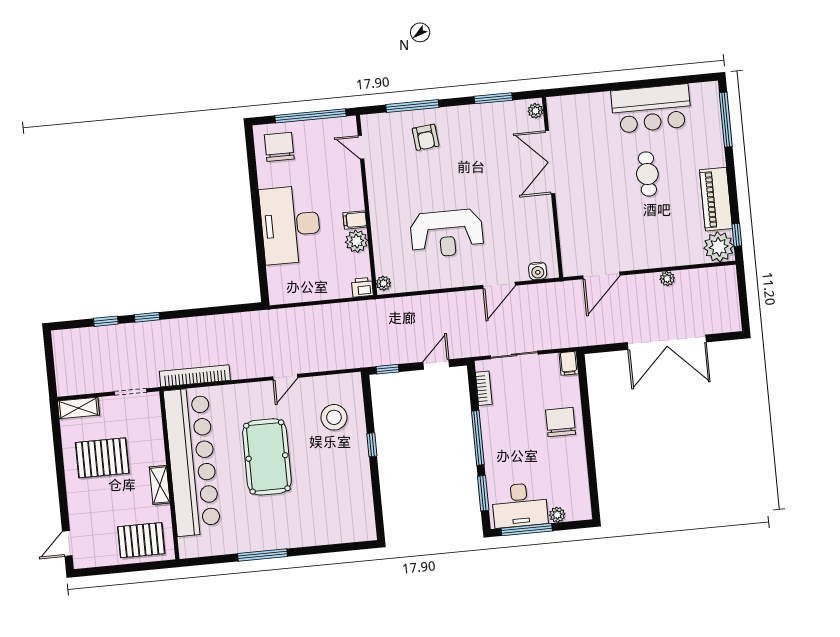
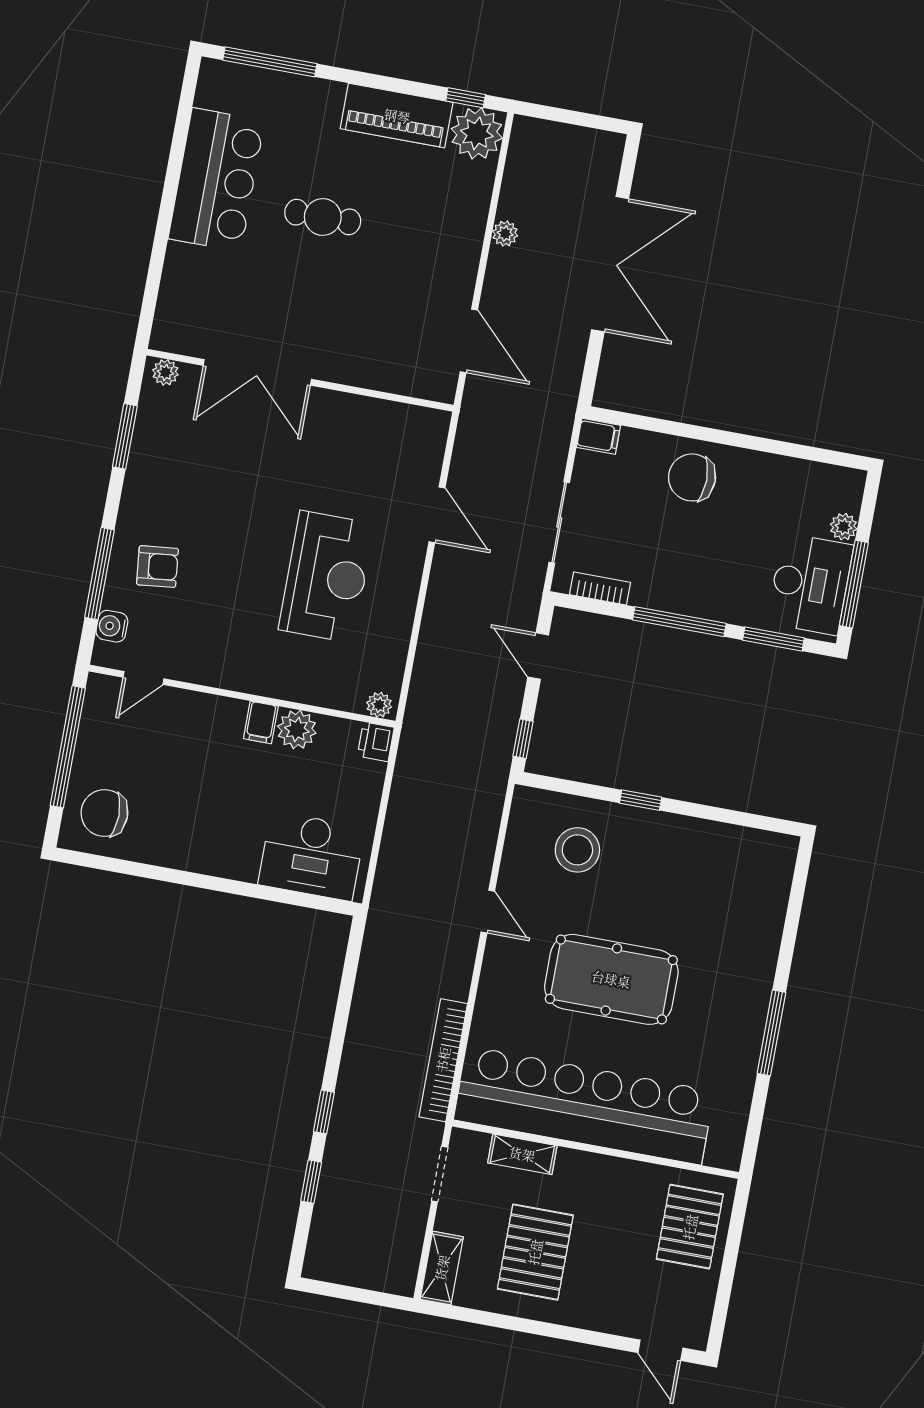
desk: (290, 225) -> (311, 856), moved, width x0.73, depth x0.77
water cooler: (538, 271) -> (112, 626), moved, turned 180
shelving: (160, 485) -> (522, 1154), moved

